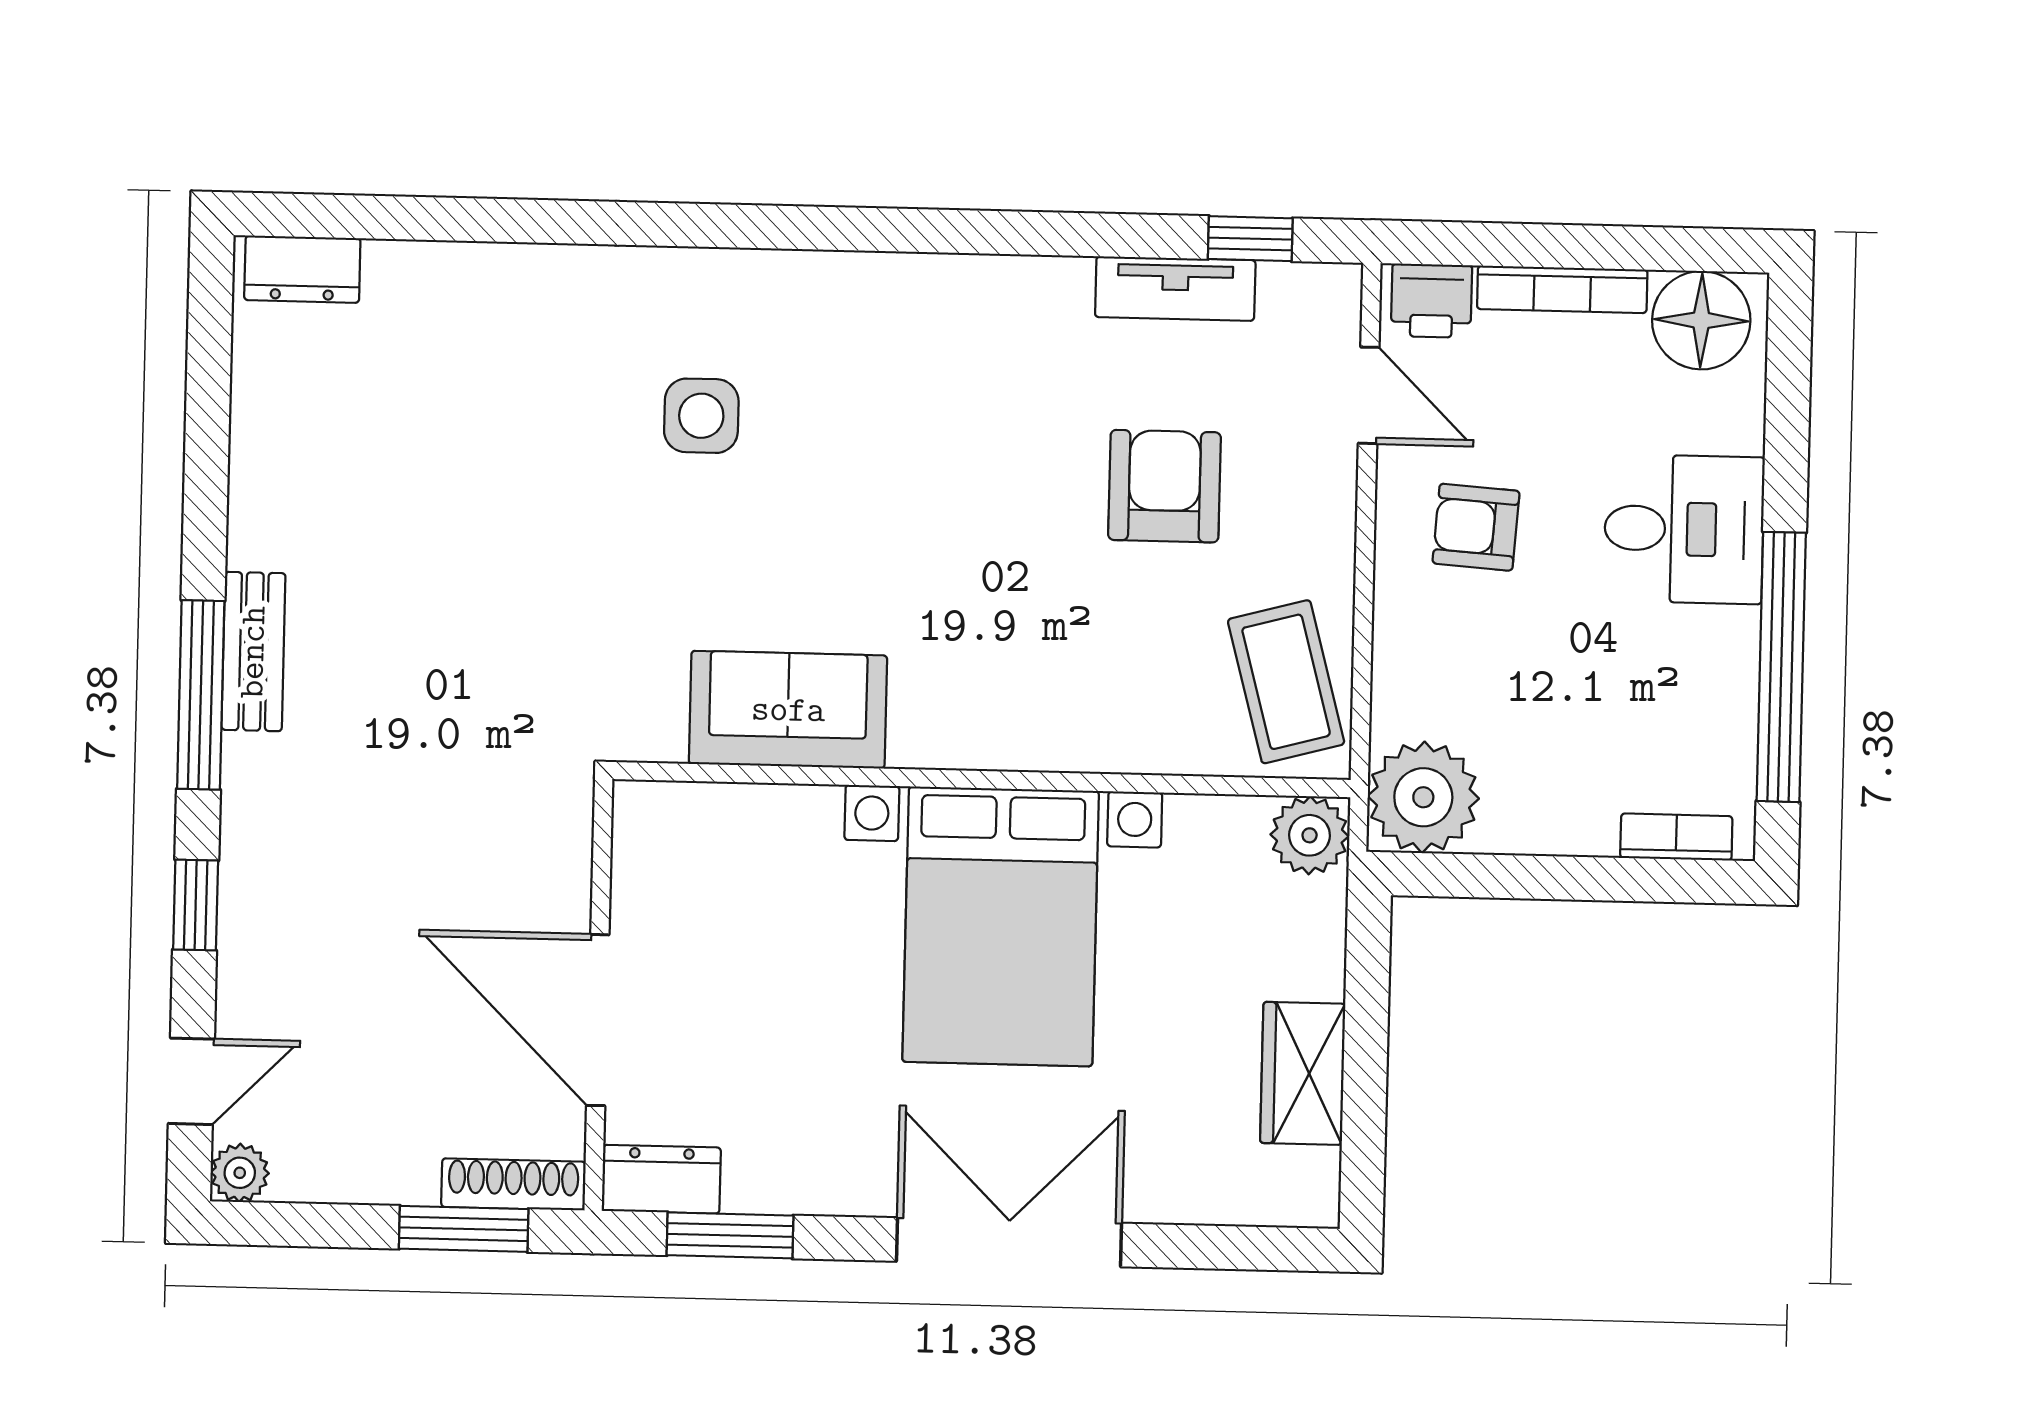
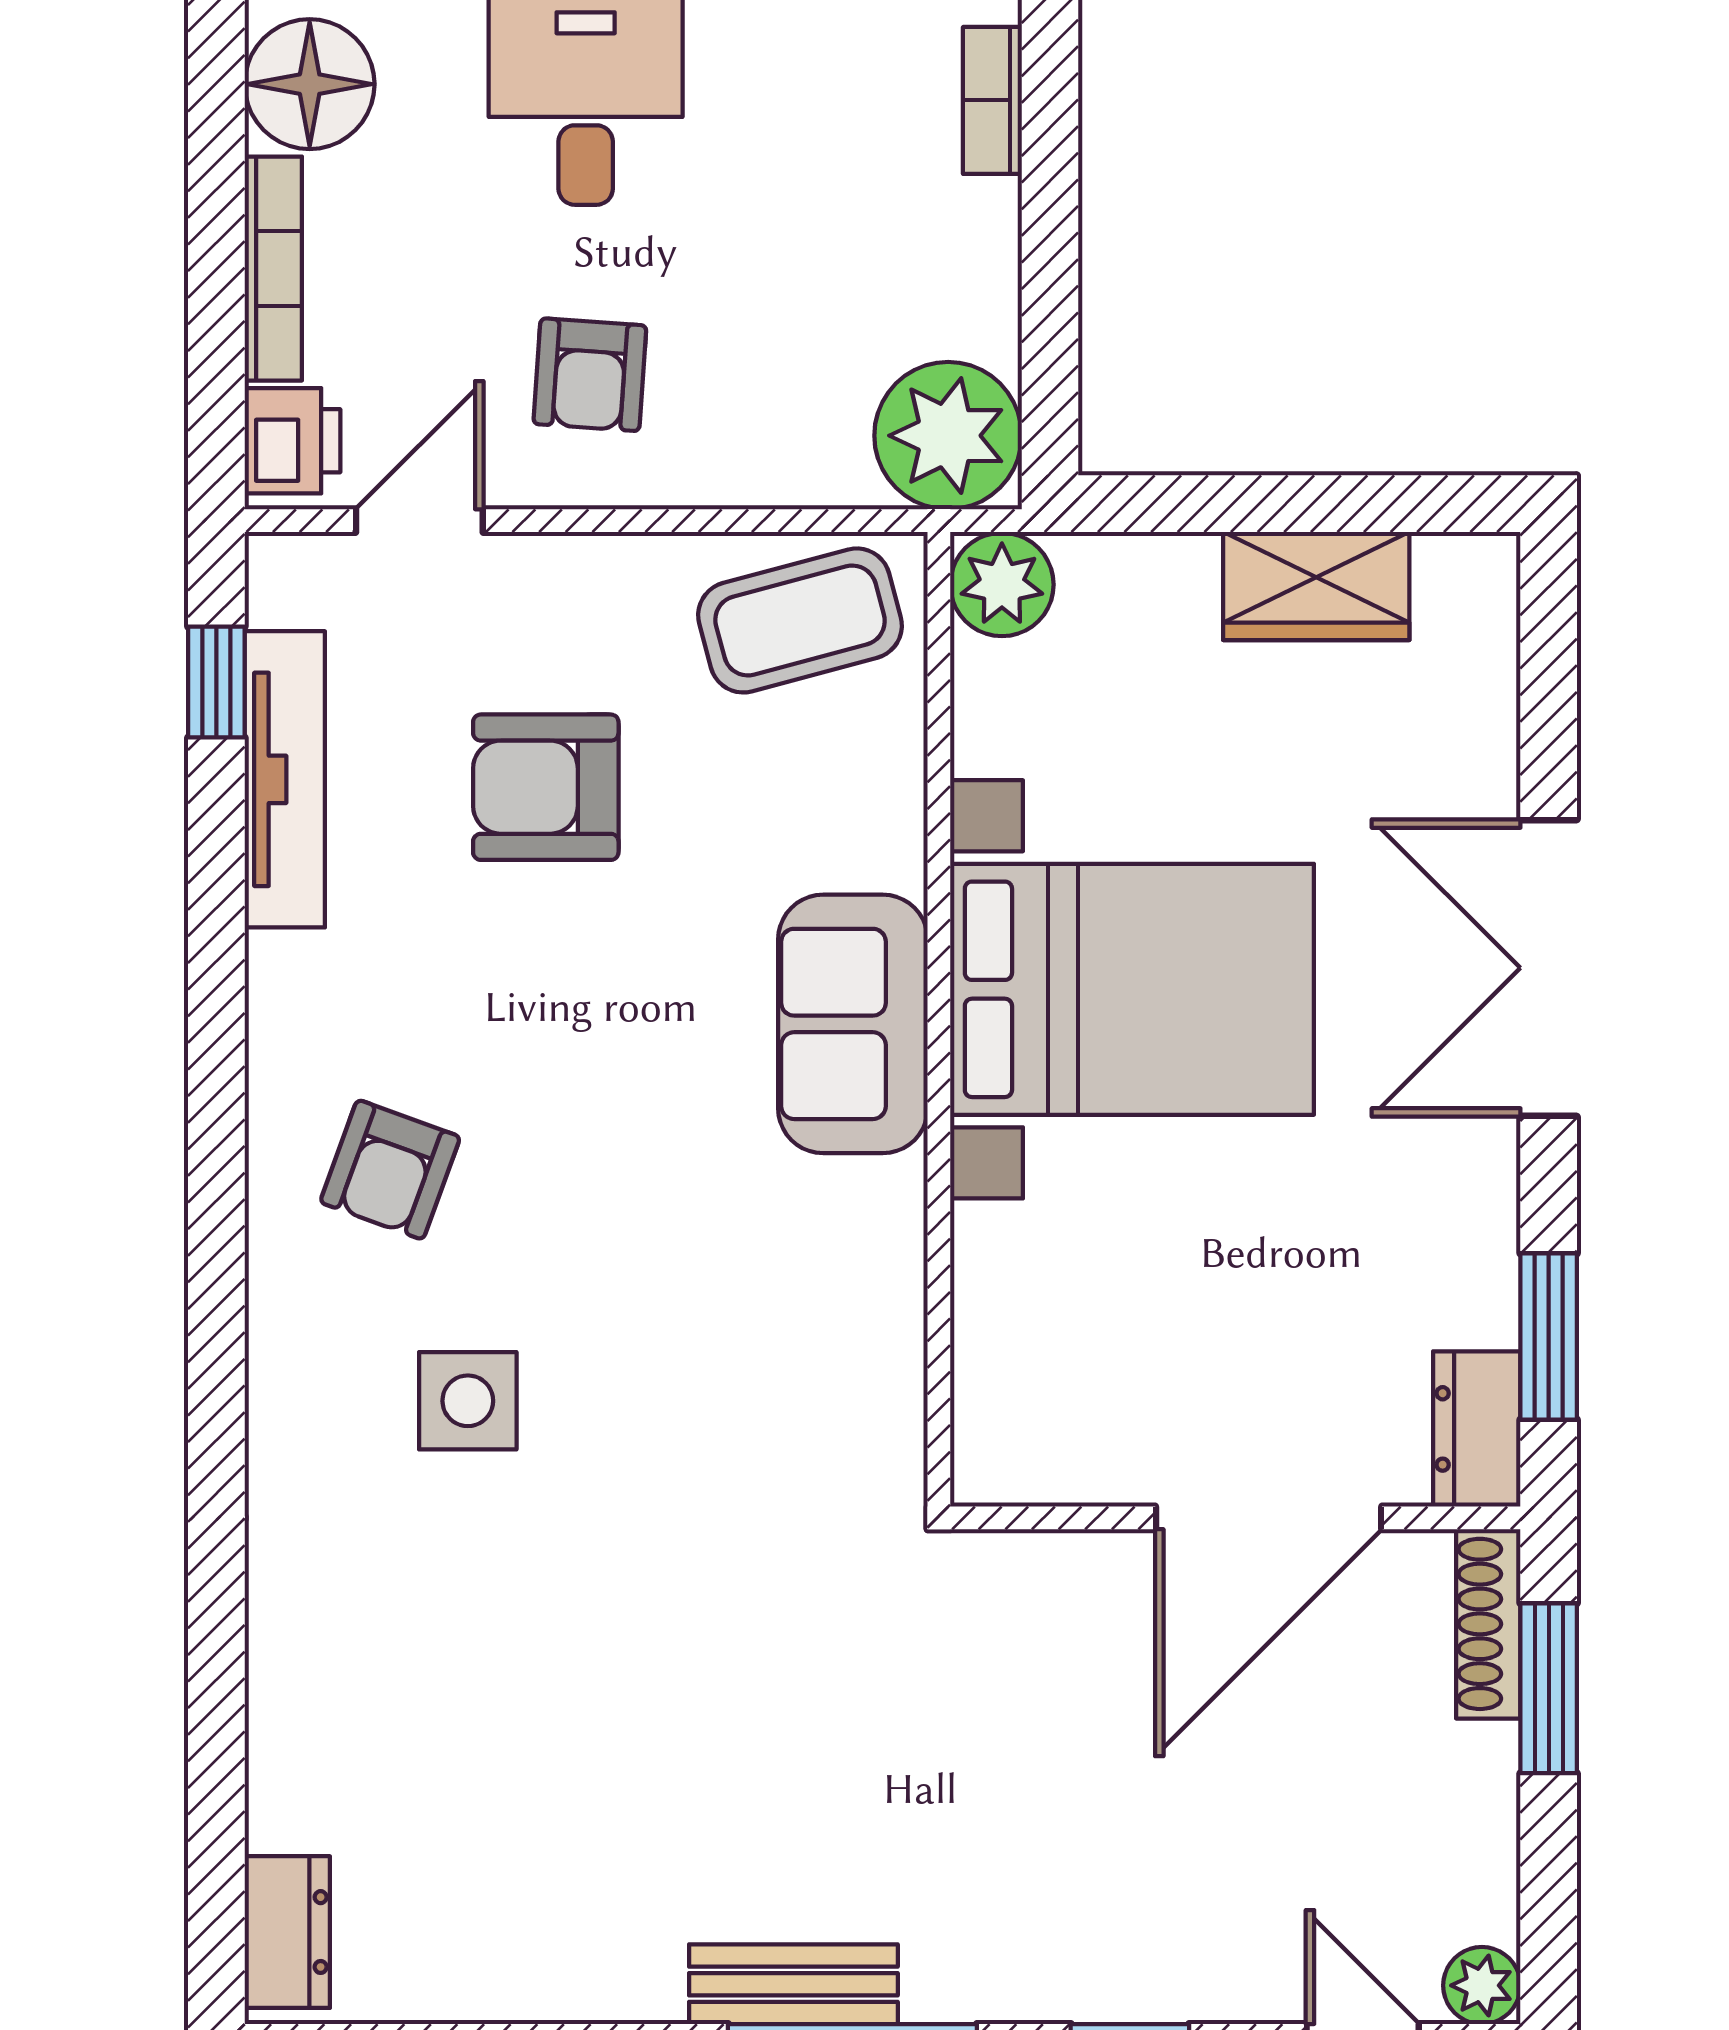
tv unit: (1175, 289) -> (285, 779), width x1.41
armchair: (878, 361) -> (390, 1170), added
sofa: (788, 710) -> (853, 1024), moved

